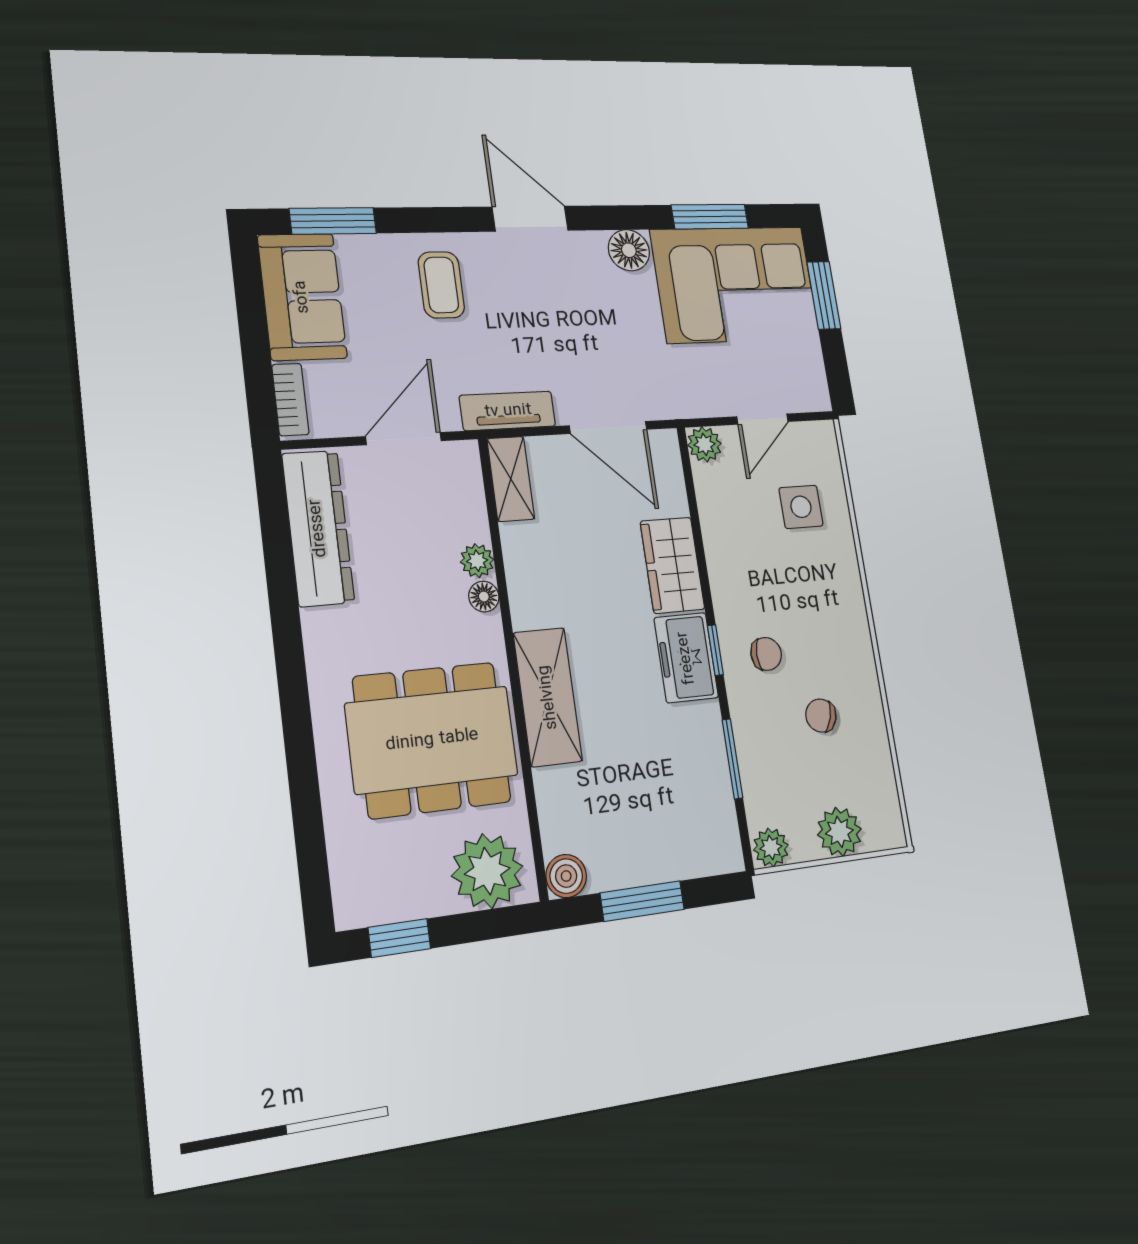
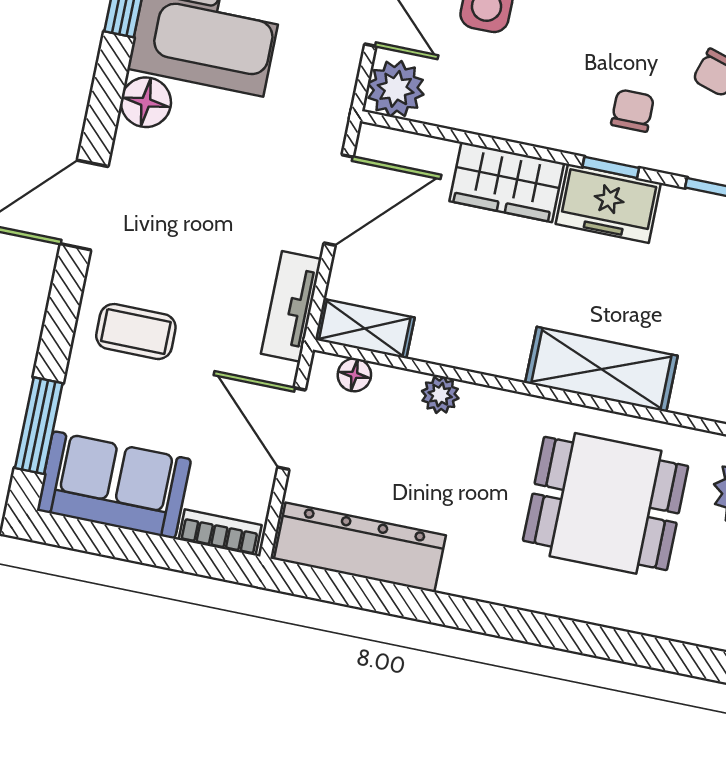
plant: (705, 444) -> (396, 89), width x1.38, depth x1.38
floor lamp: (484, 597) -> (354, 375), moved
dining table: (432, 740) -> (606, 503), width x0.73

